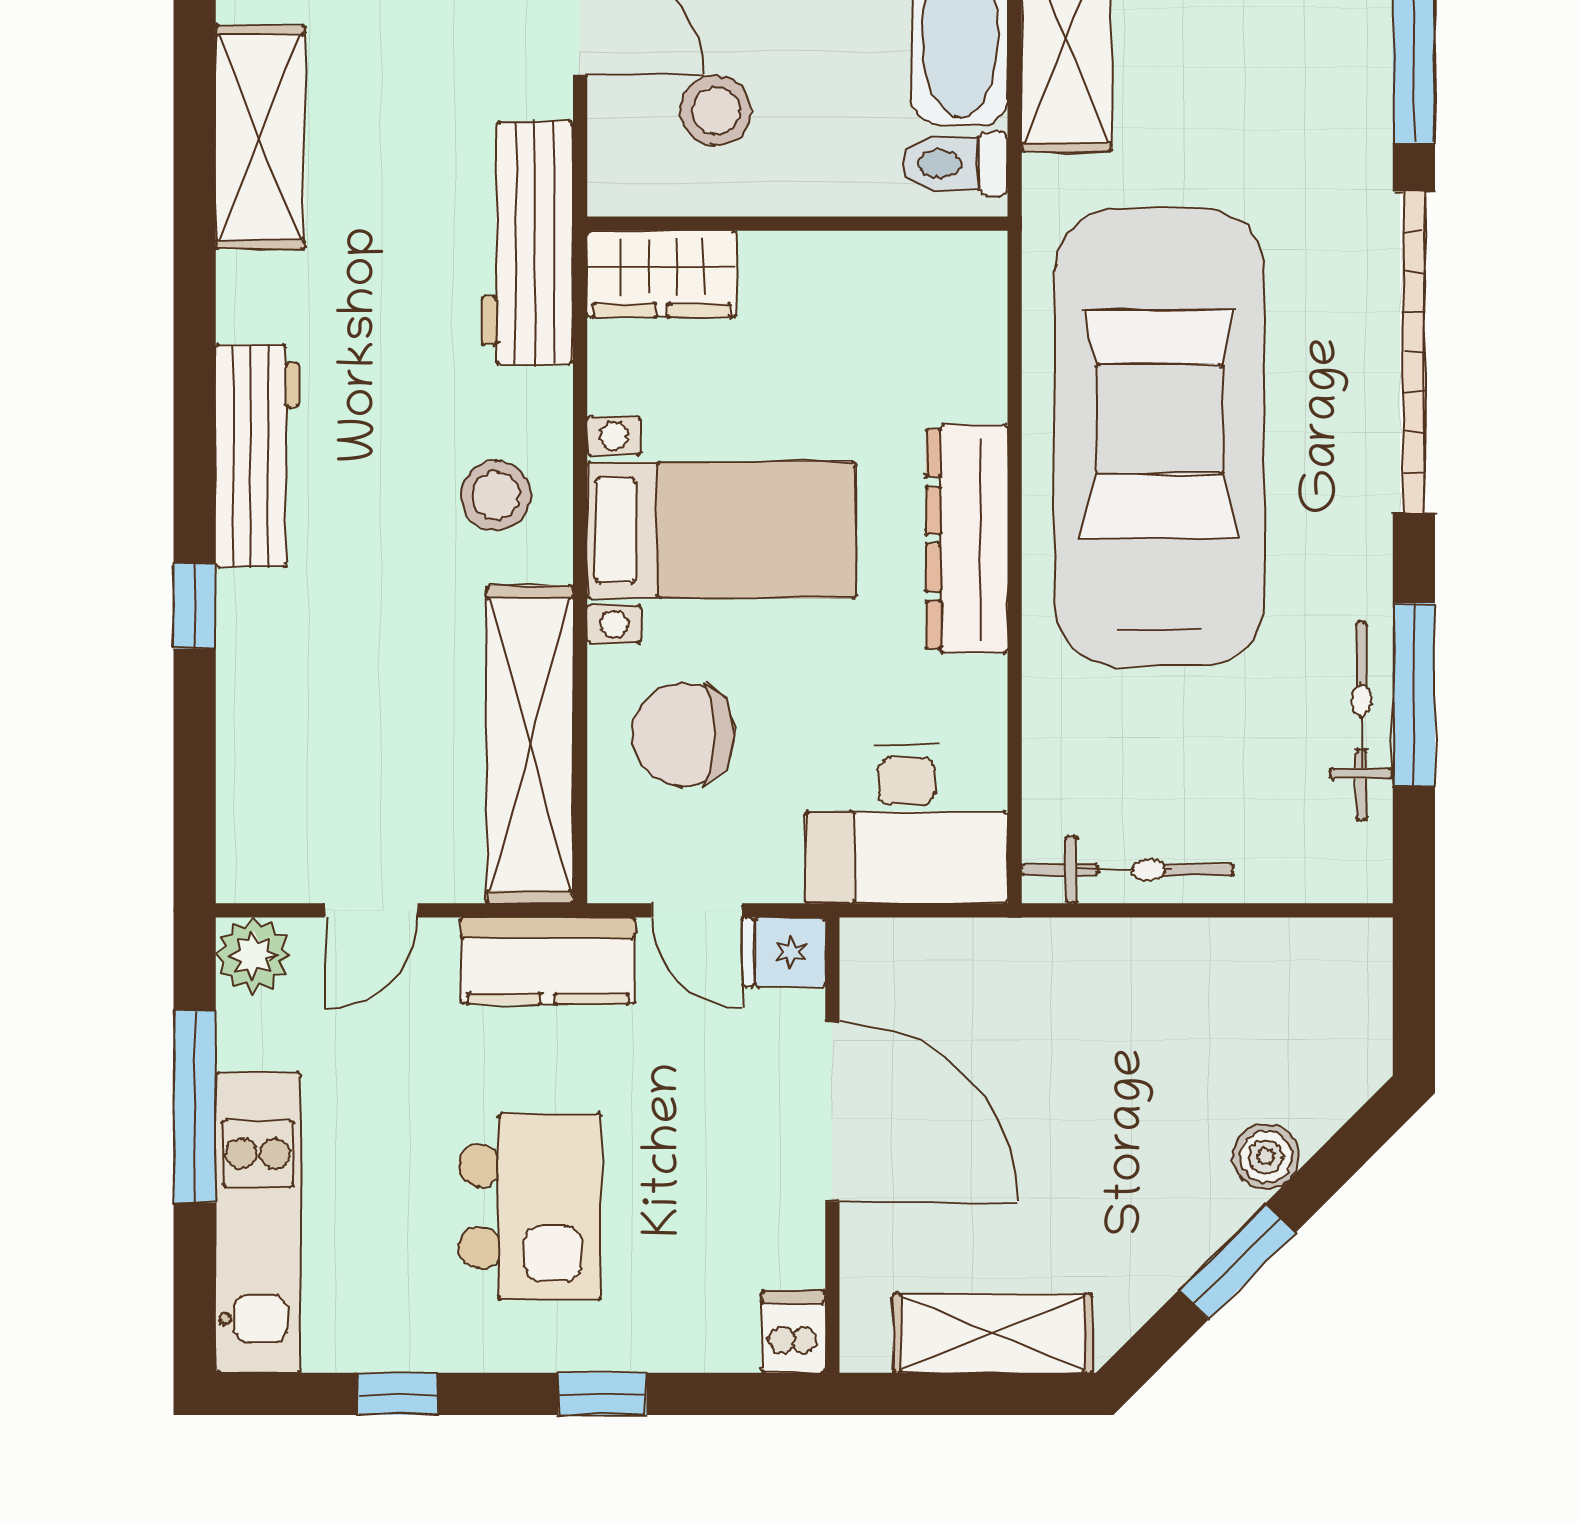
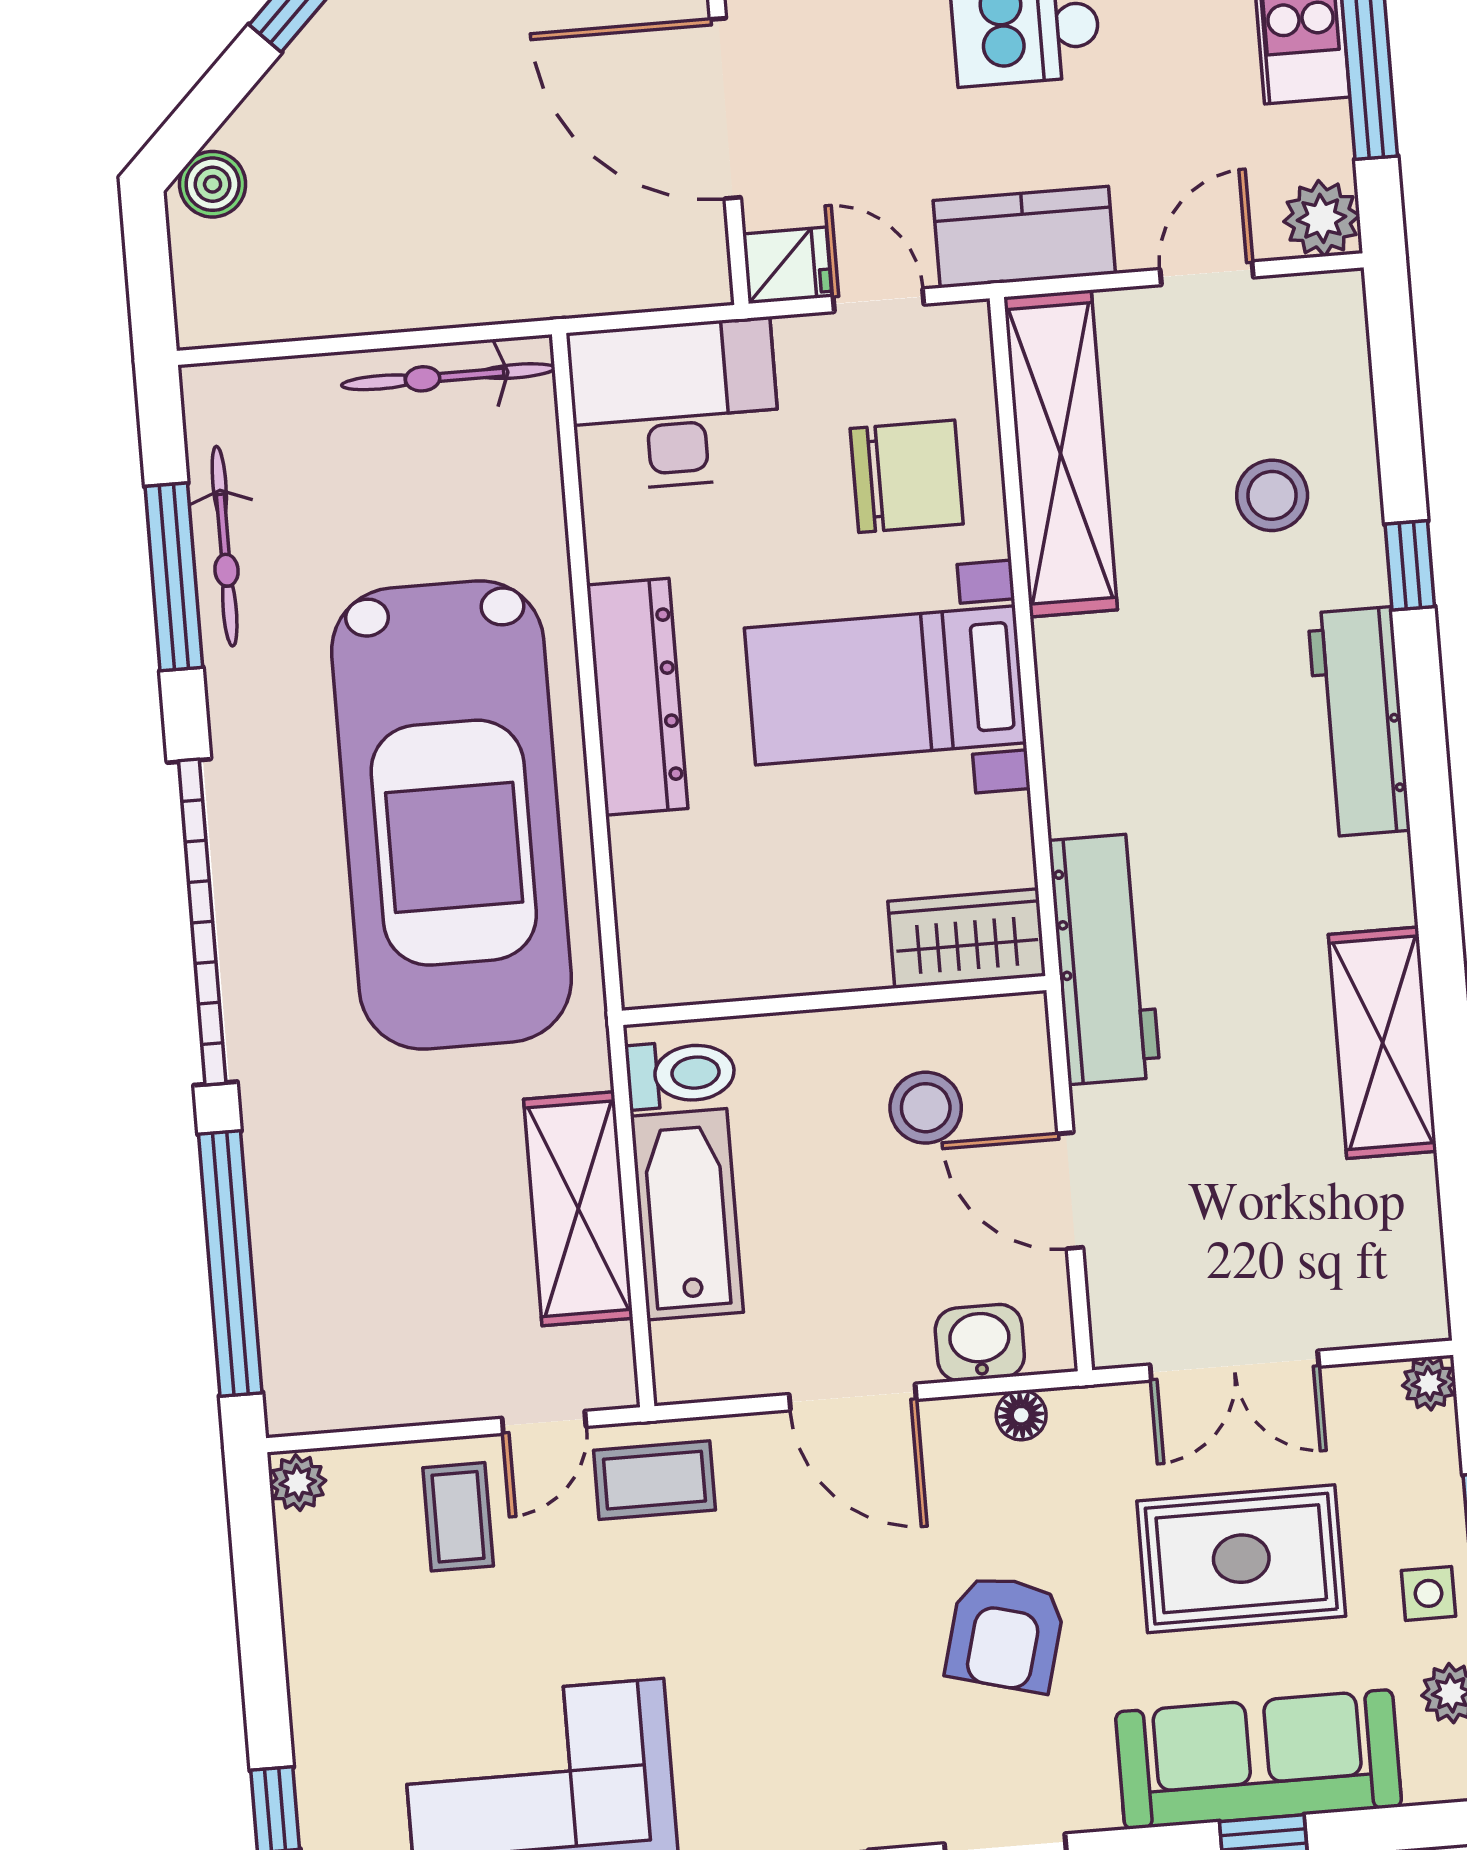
stool: (496, 496) -> (1272, 495), moved
boiler: (1266, 1157) -> (213, 184), moved

